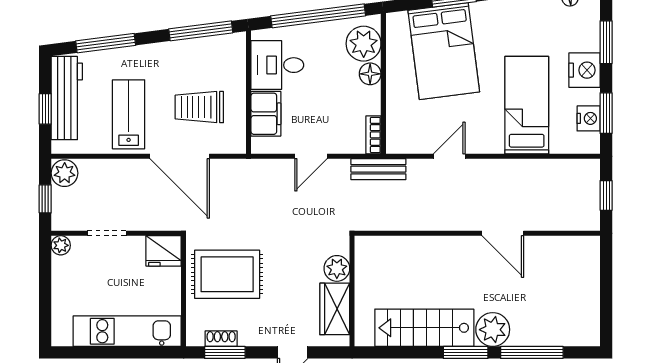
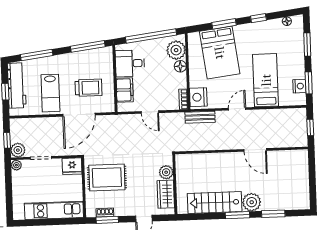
nightstand: (585, 70) -> (198, 97), moved, turned 180
trolley: (199, 107) -> (89, 88), turned 180
lab bench: (129, 114) -> (50, 93), turned 180
door: (180, 156) -> (79, 115), hinge flipped
door: (311, 156) -> (150, 112), hinge flipped
door: (449, 156) -> (237, 109), moved
bench: (378, 169) -> (200, 117), moved
plant: (65, 173) -> (18, 150), moved
window: (532, 352) -> (273, 214), width x0.69

